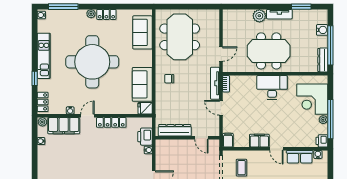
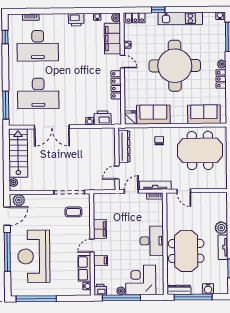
meeting table: (269, 51) -> (186, 251), moved
dresser: (175, 130) -> (124, 146), moved
wall: (187, 138) -> (117, 159), moved
door: (201, 138) -> (117, 173), moved
filing cabinet: (228, 140) -> (101, 261), moved
printer: (44, 163) -> (76, 20), added

